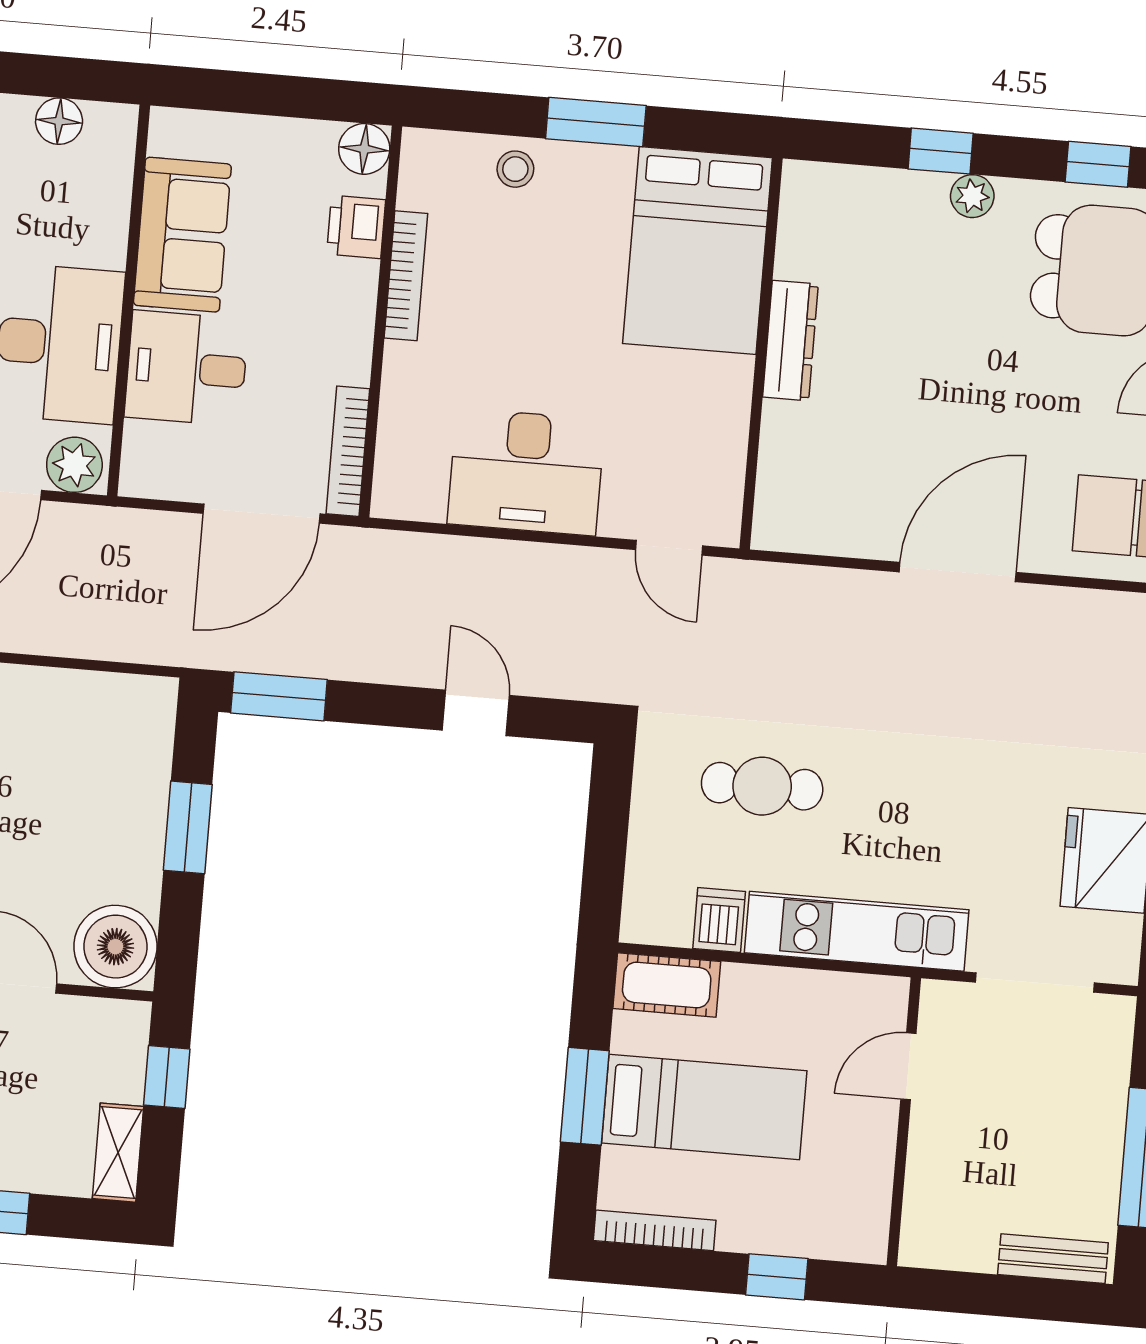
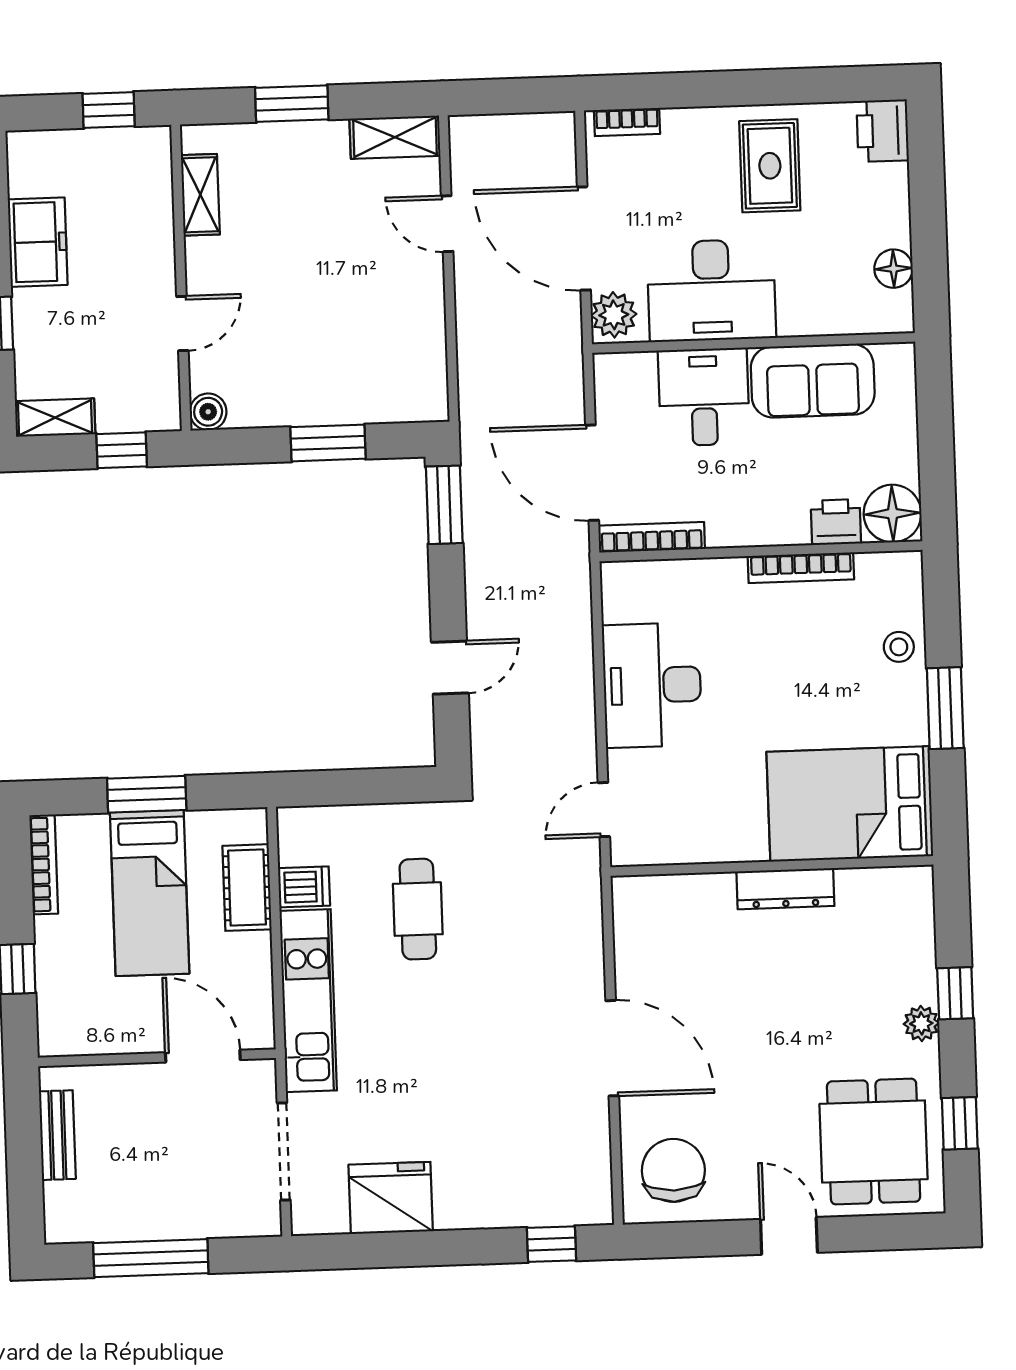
floor lamp: (364, 149) -> (892, 514), width x1.38, depth x1.38
boiler: (115, 947) -> (208, 412), width x0.54, depth x0.54
cot: (667, 985) -> (247, 888), moved
door: (908, 1066) -> (203, 1056), width x1.38
bench: (1053, 1259) -> (57, 1135), moved

